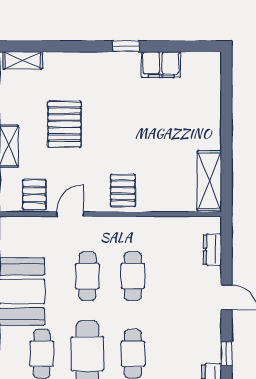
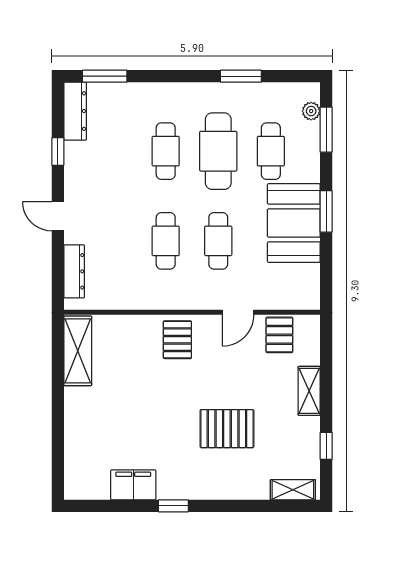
pallet: (64, 124) -> (227, 429), moved, turned 90
dresser: (212, 250) -> (74, 271), width x1.44

